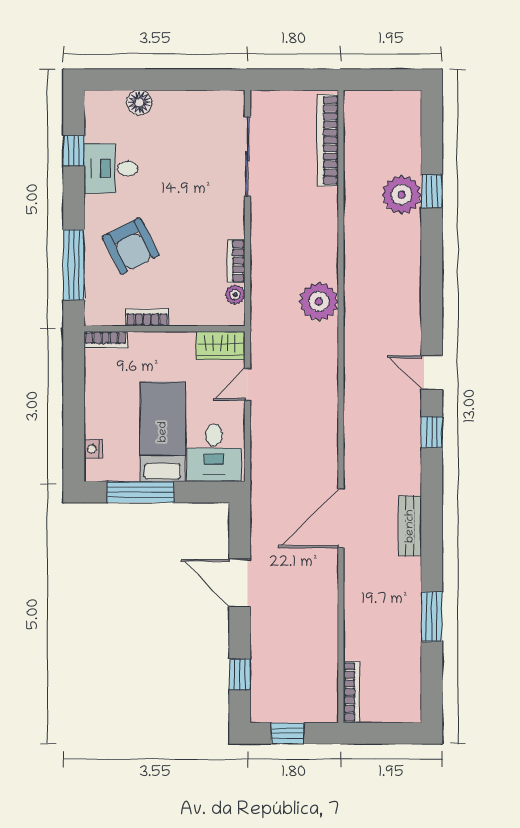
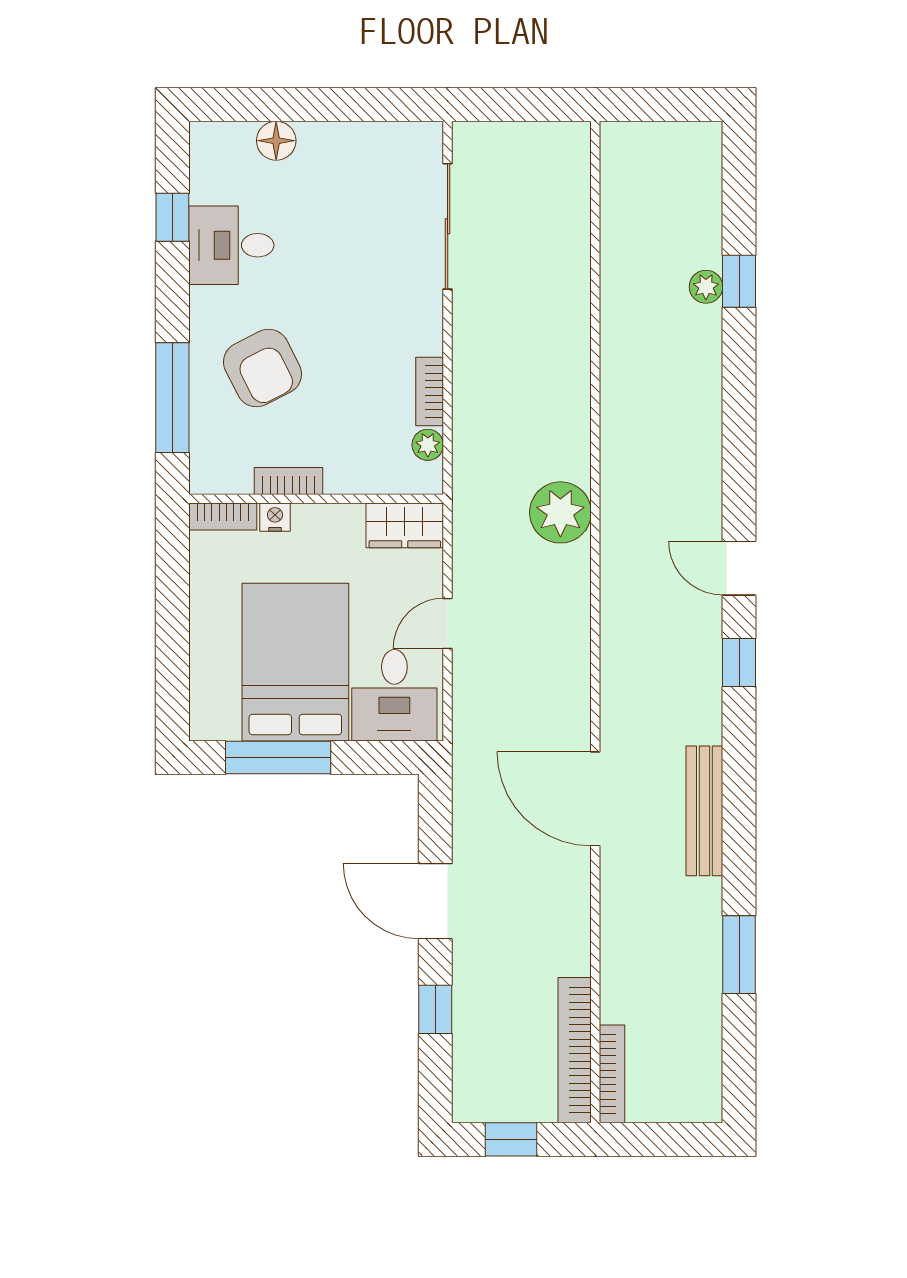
bookcase: (328, 140) -> (575, 1050), moved
plant: (402, 195) -> (706, 287), width x0.53, depth x0.53
plant: (319, 301) -> (560, 512), moved
door: (248, 385) -> (448, 623), moved
bed: (163, 432) -> (295, 662), width x1.50
nightstand: (93, 449) -> (275, 517), moved, turned 90
door: (341, 518) -> (595, 799), hinge flipped
bench: (410, 526) -> (704, 811), width x1.36
window: (240, 674) -> (435, 1009), moved

